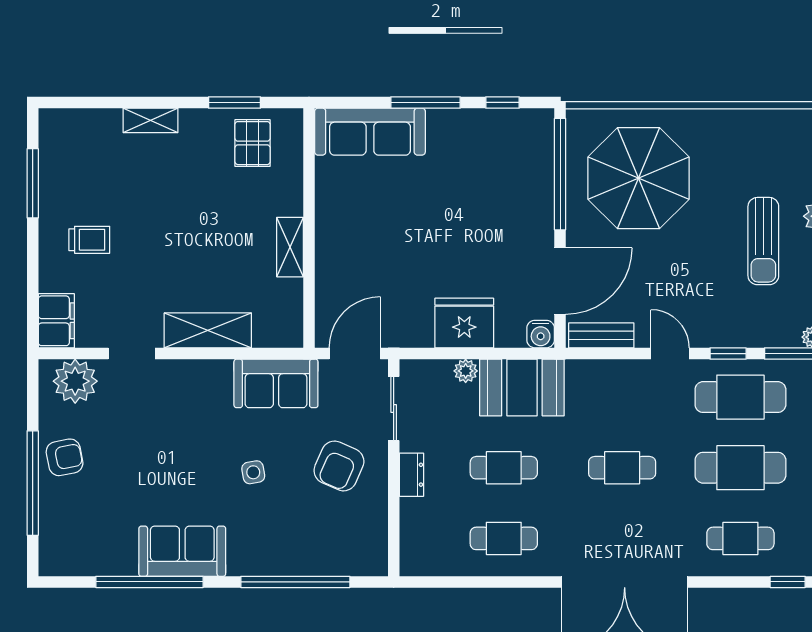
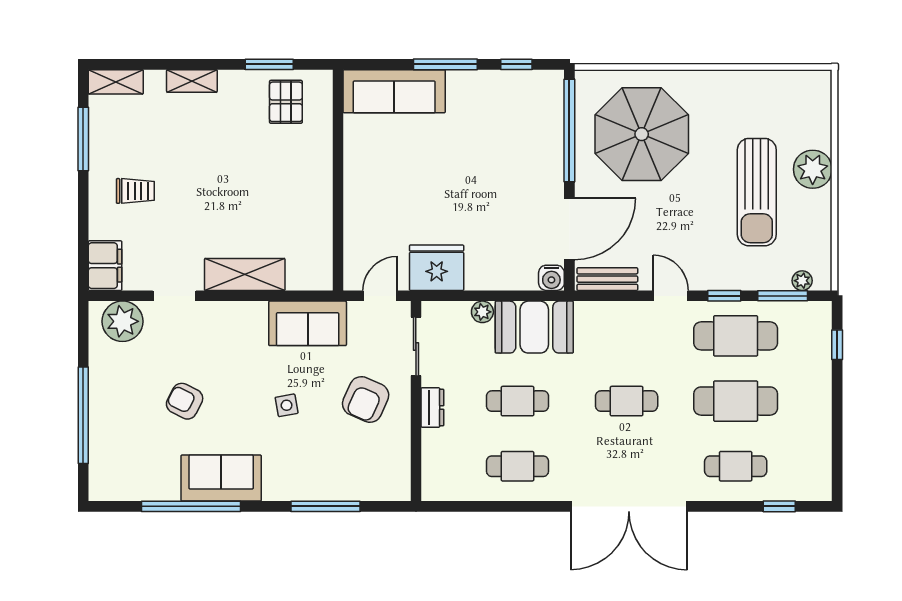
sun lounger: (763, 241) -> (757, 192), width x1.36, depth x1.34
shelving: (290, 247) -> (116, 82), moved, turned 90
fridge: (464, 323) -> (437, 268), moved
door: (355, 354) -> (380, 296), width x0.73
armchair: (65, 457) -> (185, 401), moved, turned -142
window: (295, 582) -> (325, 506), width x0.68

